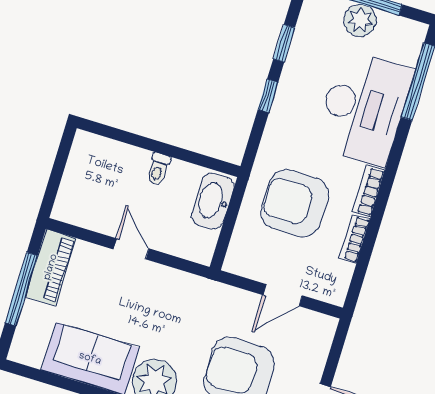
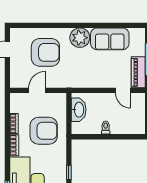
washbasin: (213, 201) -> (79, 110), moved
door: (131, 249) -> (123, 90), moved

